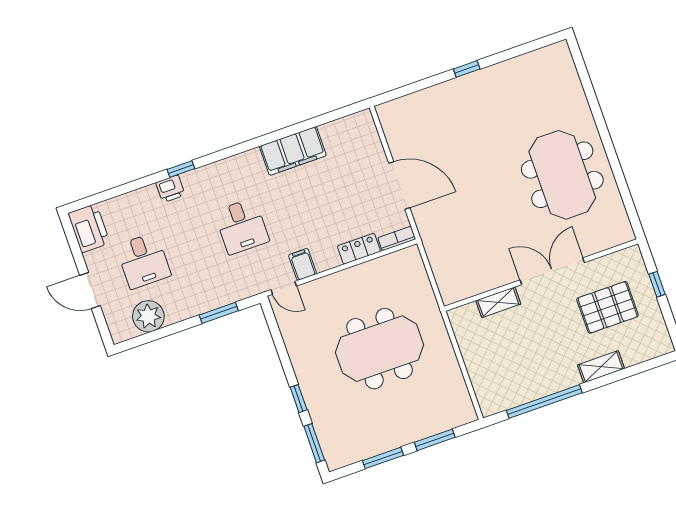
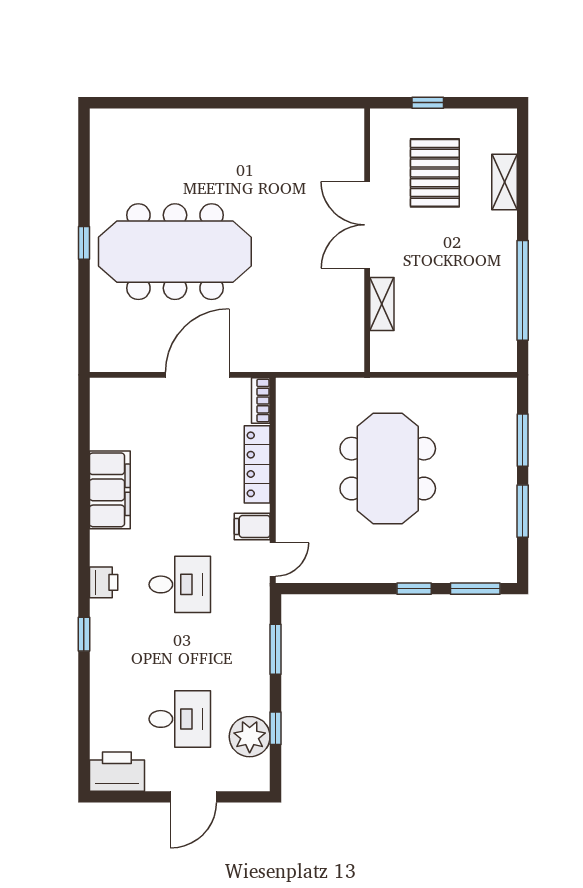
meeting table: (562, 175) -> (175, 252), moved, width x1.36
printer: (170, 189) -> (104, 582), moved
locker: (359, 249) -> (257, 464), width x1.53
window: (161, 333) -> (276, 728), added
shelving: (601, 367) -> (504, 182), moved

